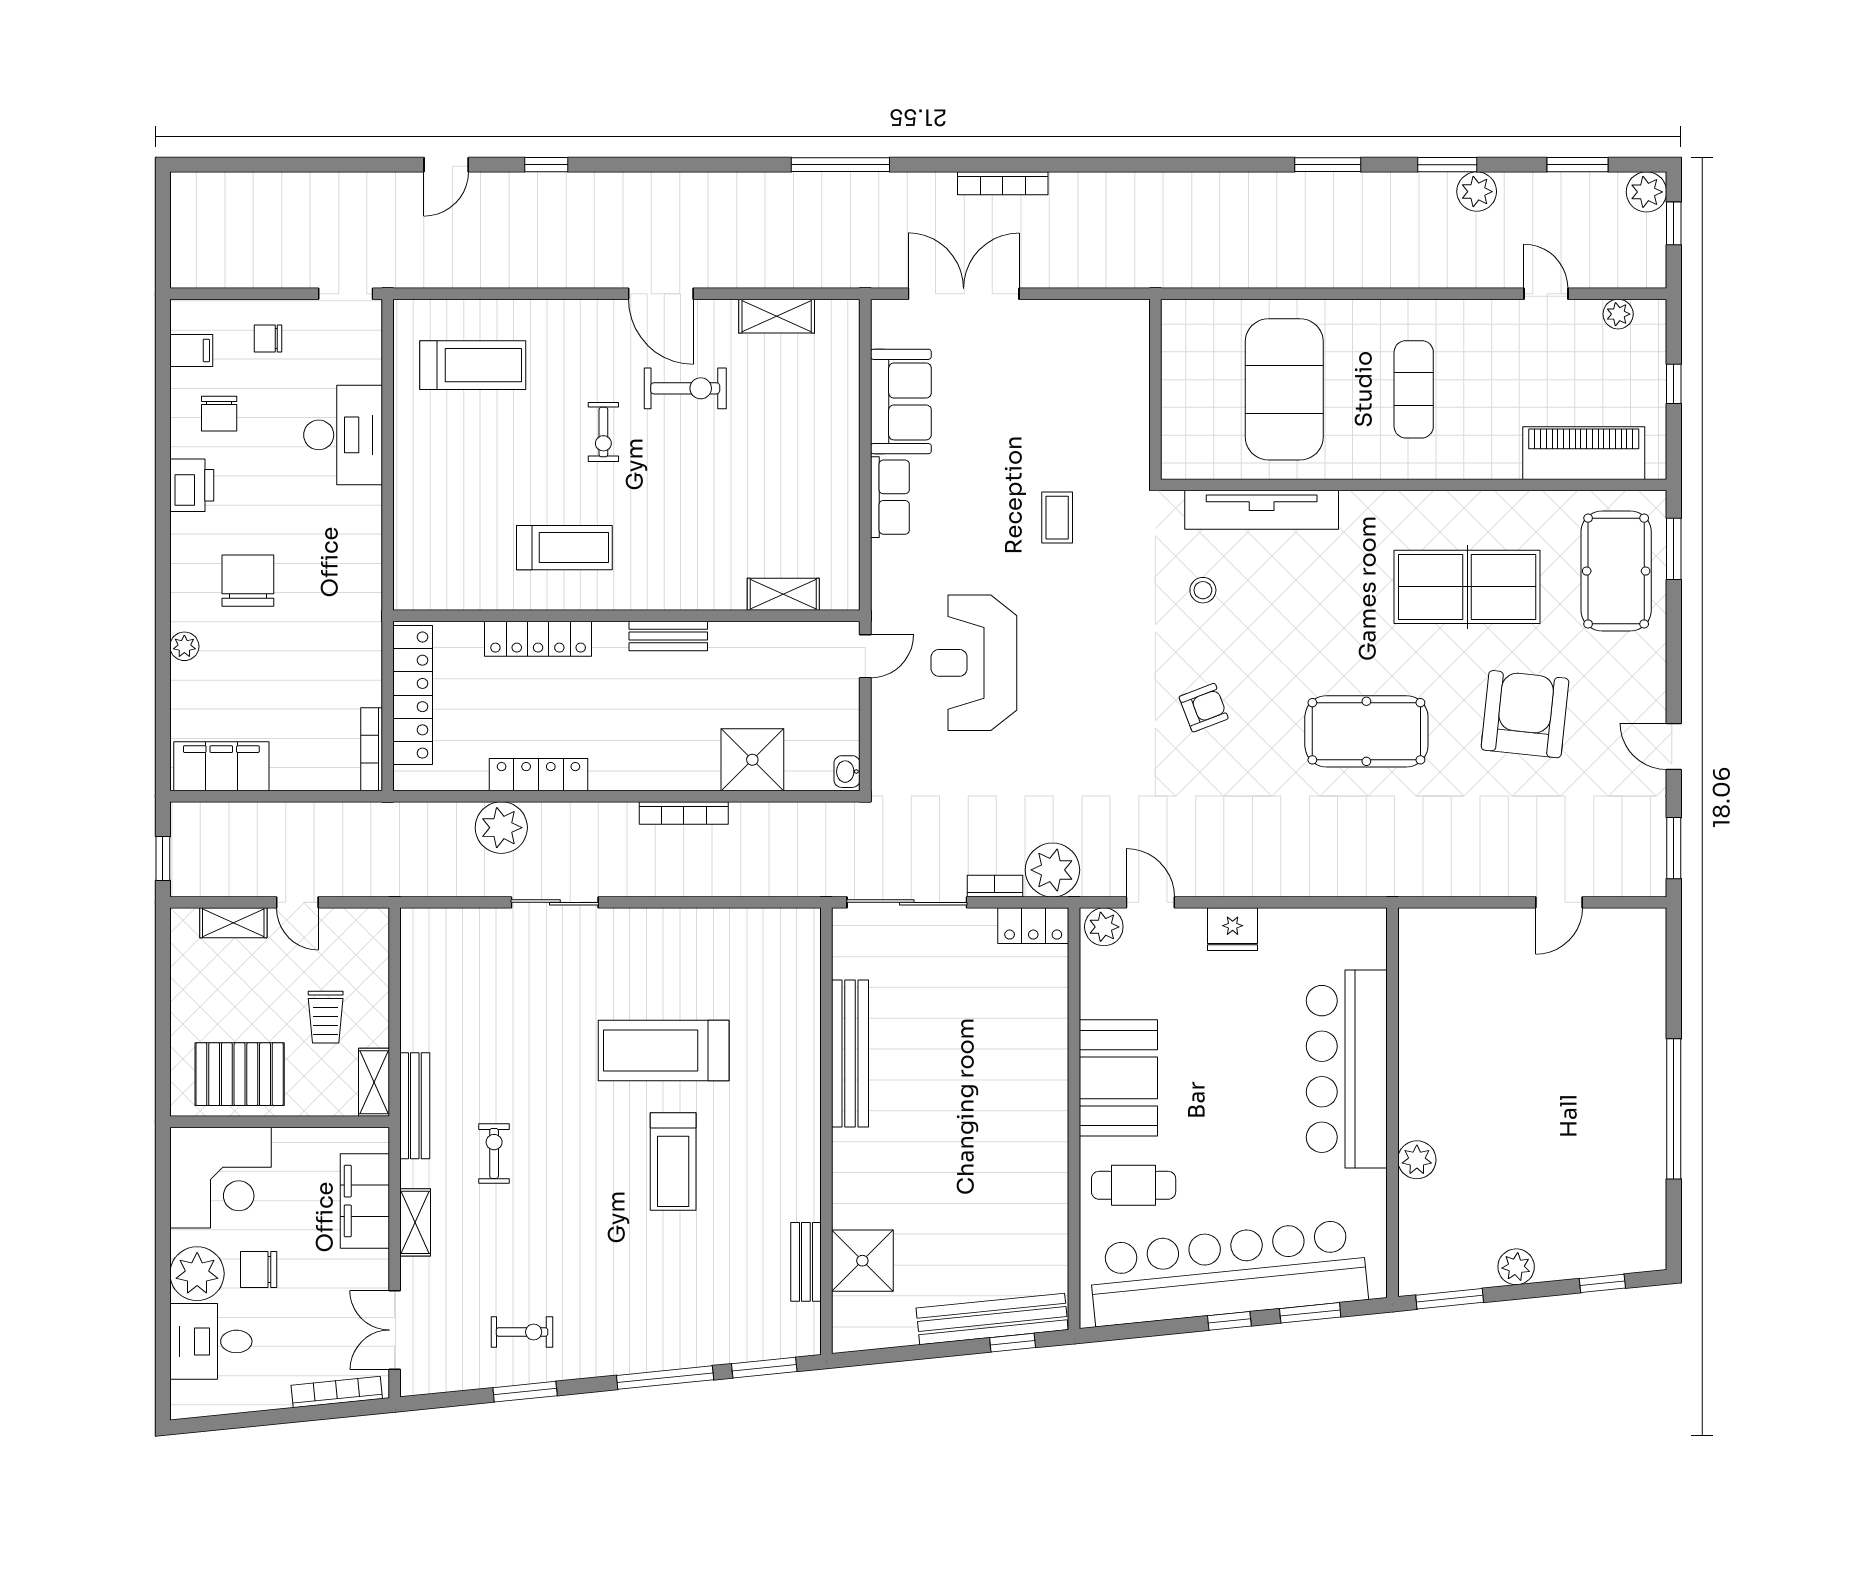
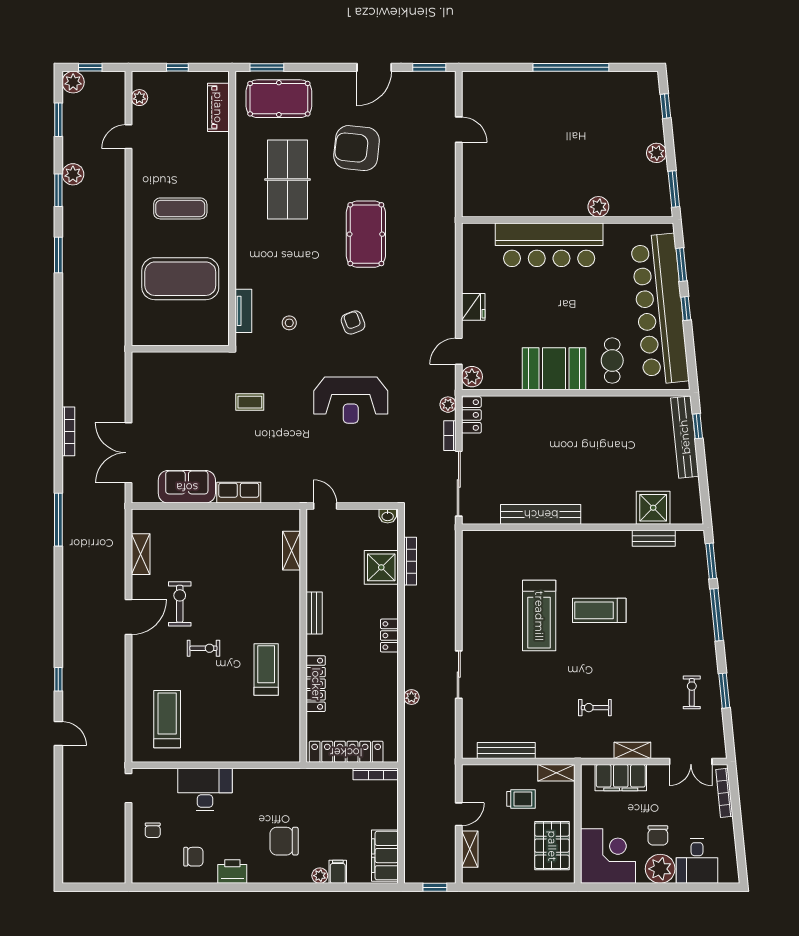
filing cabinet: (191, 350) -> (338, 872), moved
piano: (1584, 453) -> (218, 107), width x0.73, depth x0.75
tv unit: (1262, 510) -> (243, 311), width x0.52, depth x0.78
reception desk: (974, 663) -> (351, 400), moved
door: (1674, 747) -> (374, 67), width x1.38
locker: (538, 775) -> (389, 636), moved, width x0.66
bookcase: (684, 813) -> (410, 561), moved
plant: (501, 828) -> (411, 697), width x0.53, depth x0.53
plant: (1052, 870) -> (448, 405), width x0.53, depth x0.53
bench: (415, 1106) -> (506, 751), moved
treadmill: (673, 1161) -> (599, 610), turned 180

